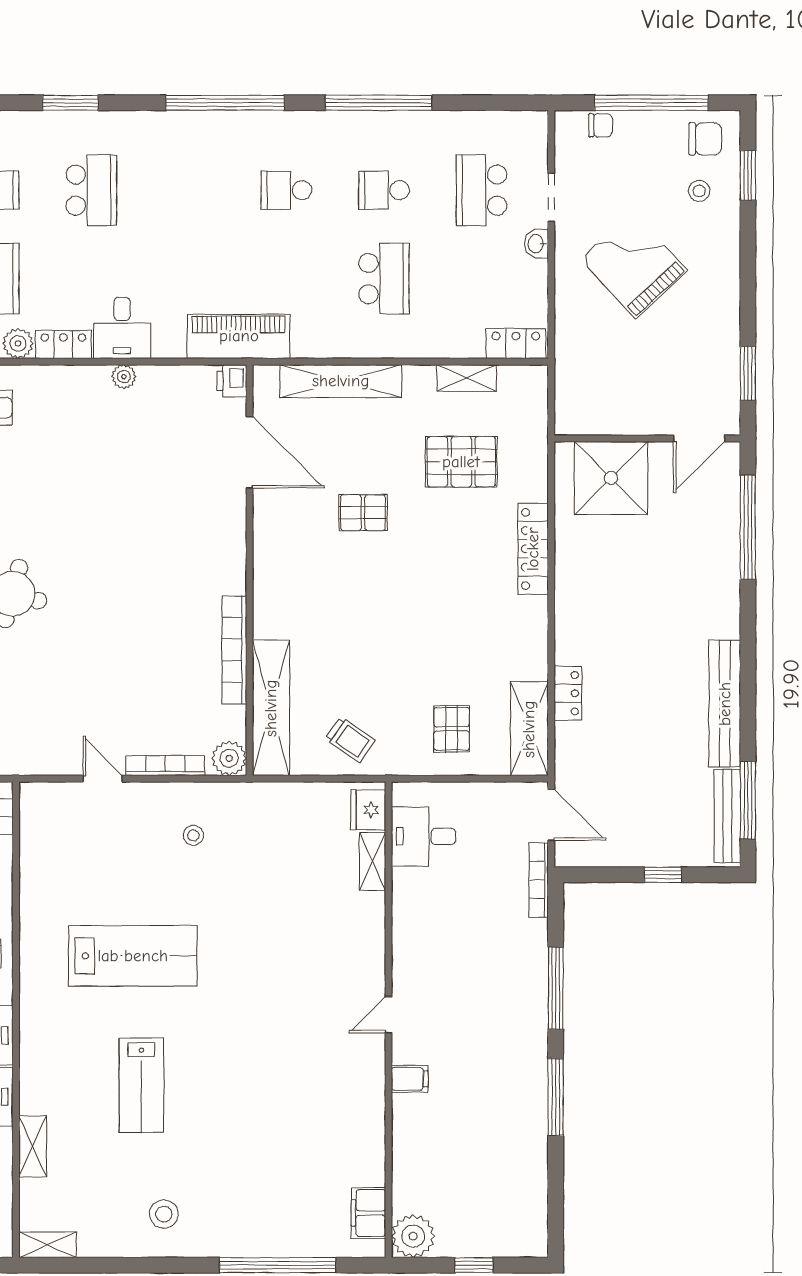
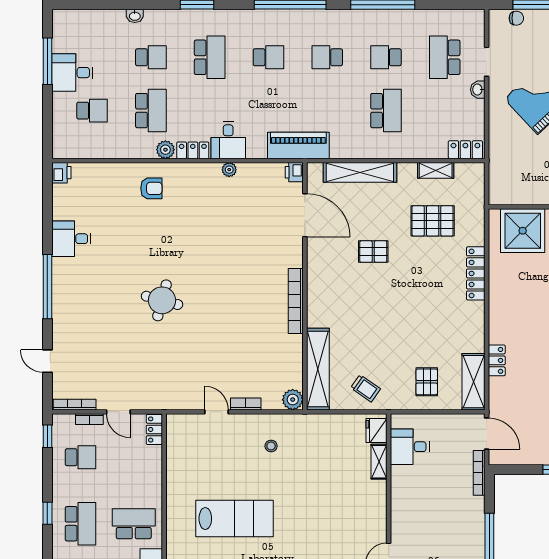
school desk: (189, 190) -> (268, 57), added
bookcase: (234, 650) -> (296, 301), moved
bookcase: (165, 766) -> (246, 404), width x0.64

